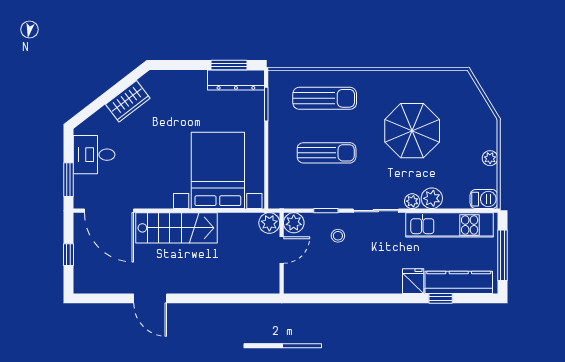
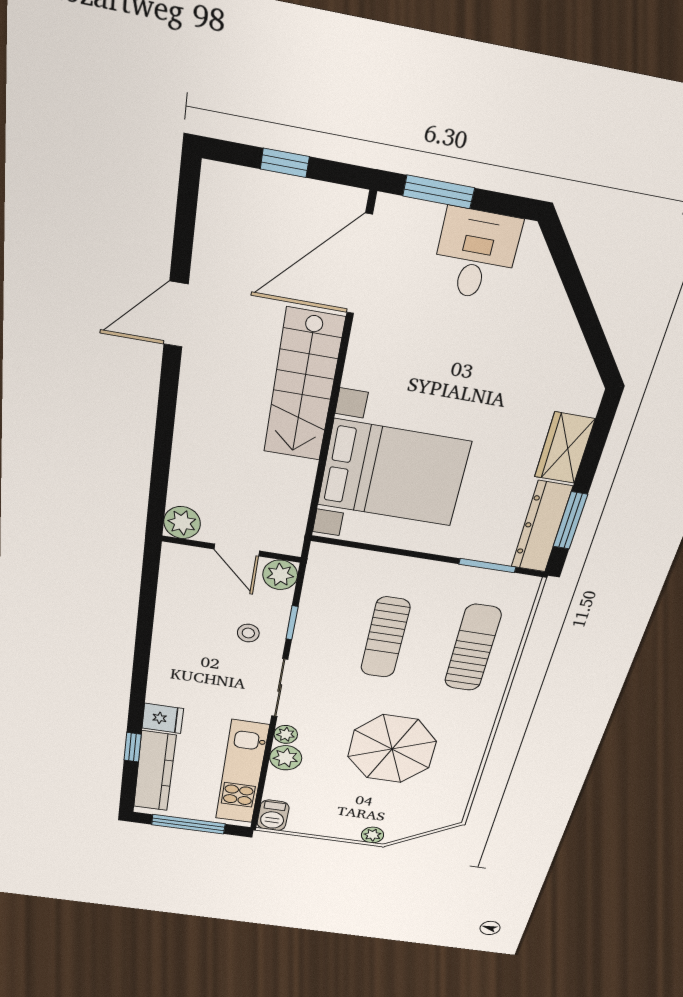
sun lounger: (325, 98) -> (473, 648), turned 180
wardrobe: (128, 101) -> (565, 448), moved, turned 38
plant: (490, 158) -> (373, 835), moved
plant: (269, 223) -> (182, 523), moved

